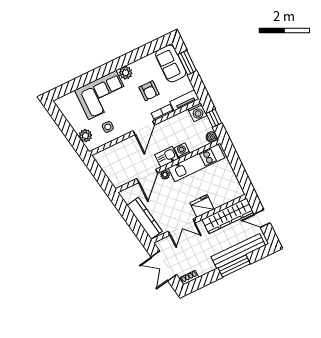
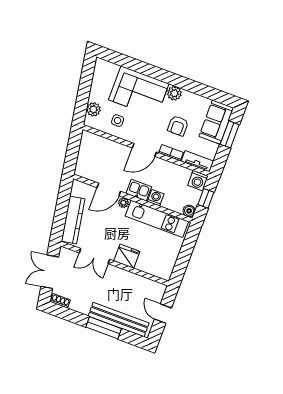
wardrobe: (228, 216) -> (139, 284), removed

